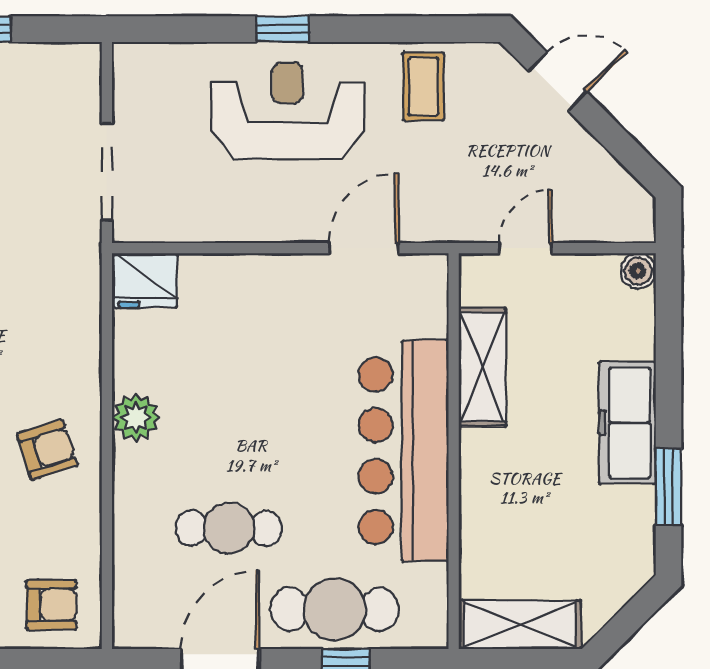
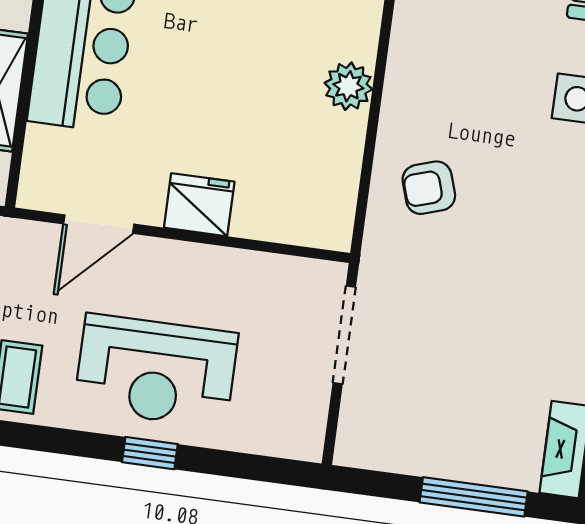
fridge: (146, 281) -> (199, 205), moved
armchair: (47, 450) -> (429, 188), moved

